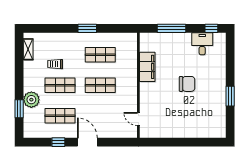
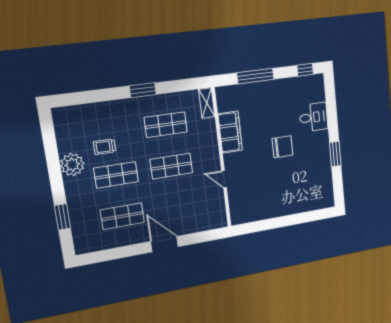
desk: (202, 44) -> (314, 117), moved, turned 90
shelving: (28, 49) -> (207, 103), moved
plant: (31, 100) -> (72, 165), moved
door: (138, 119) -> (224, 179), moved
window: (58, 142) -> (125, 252), removed

